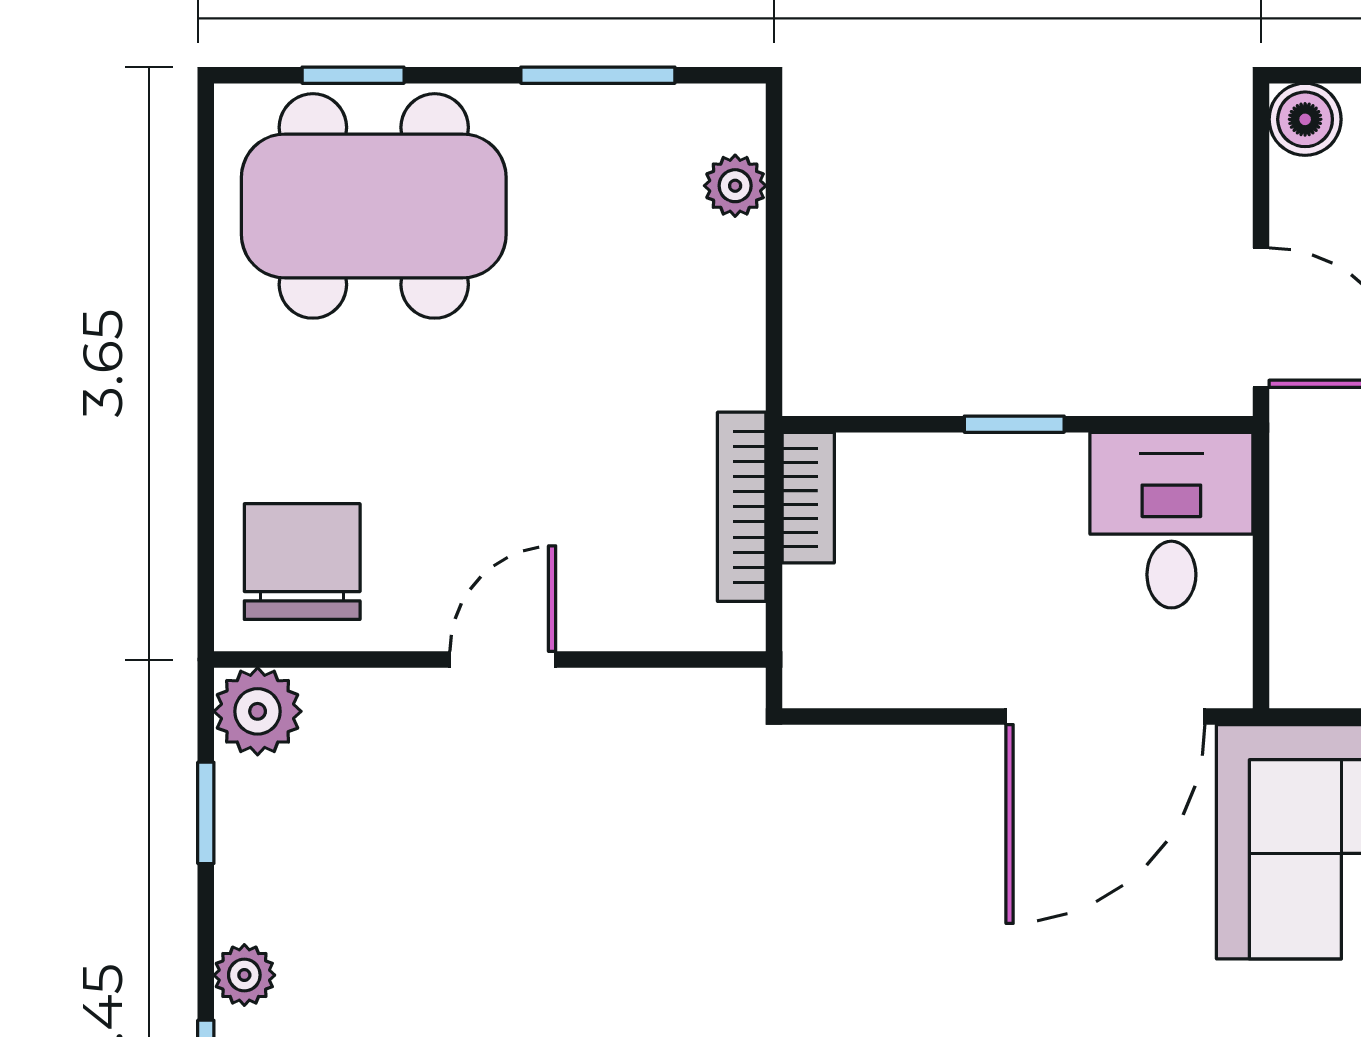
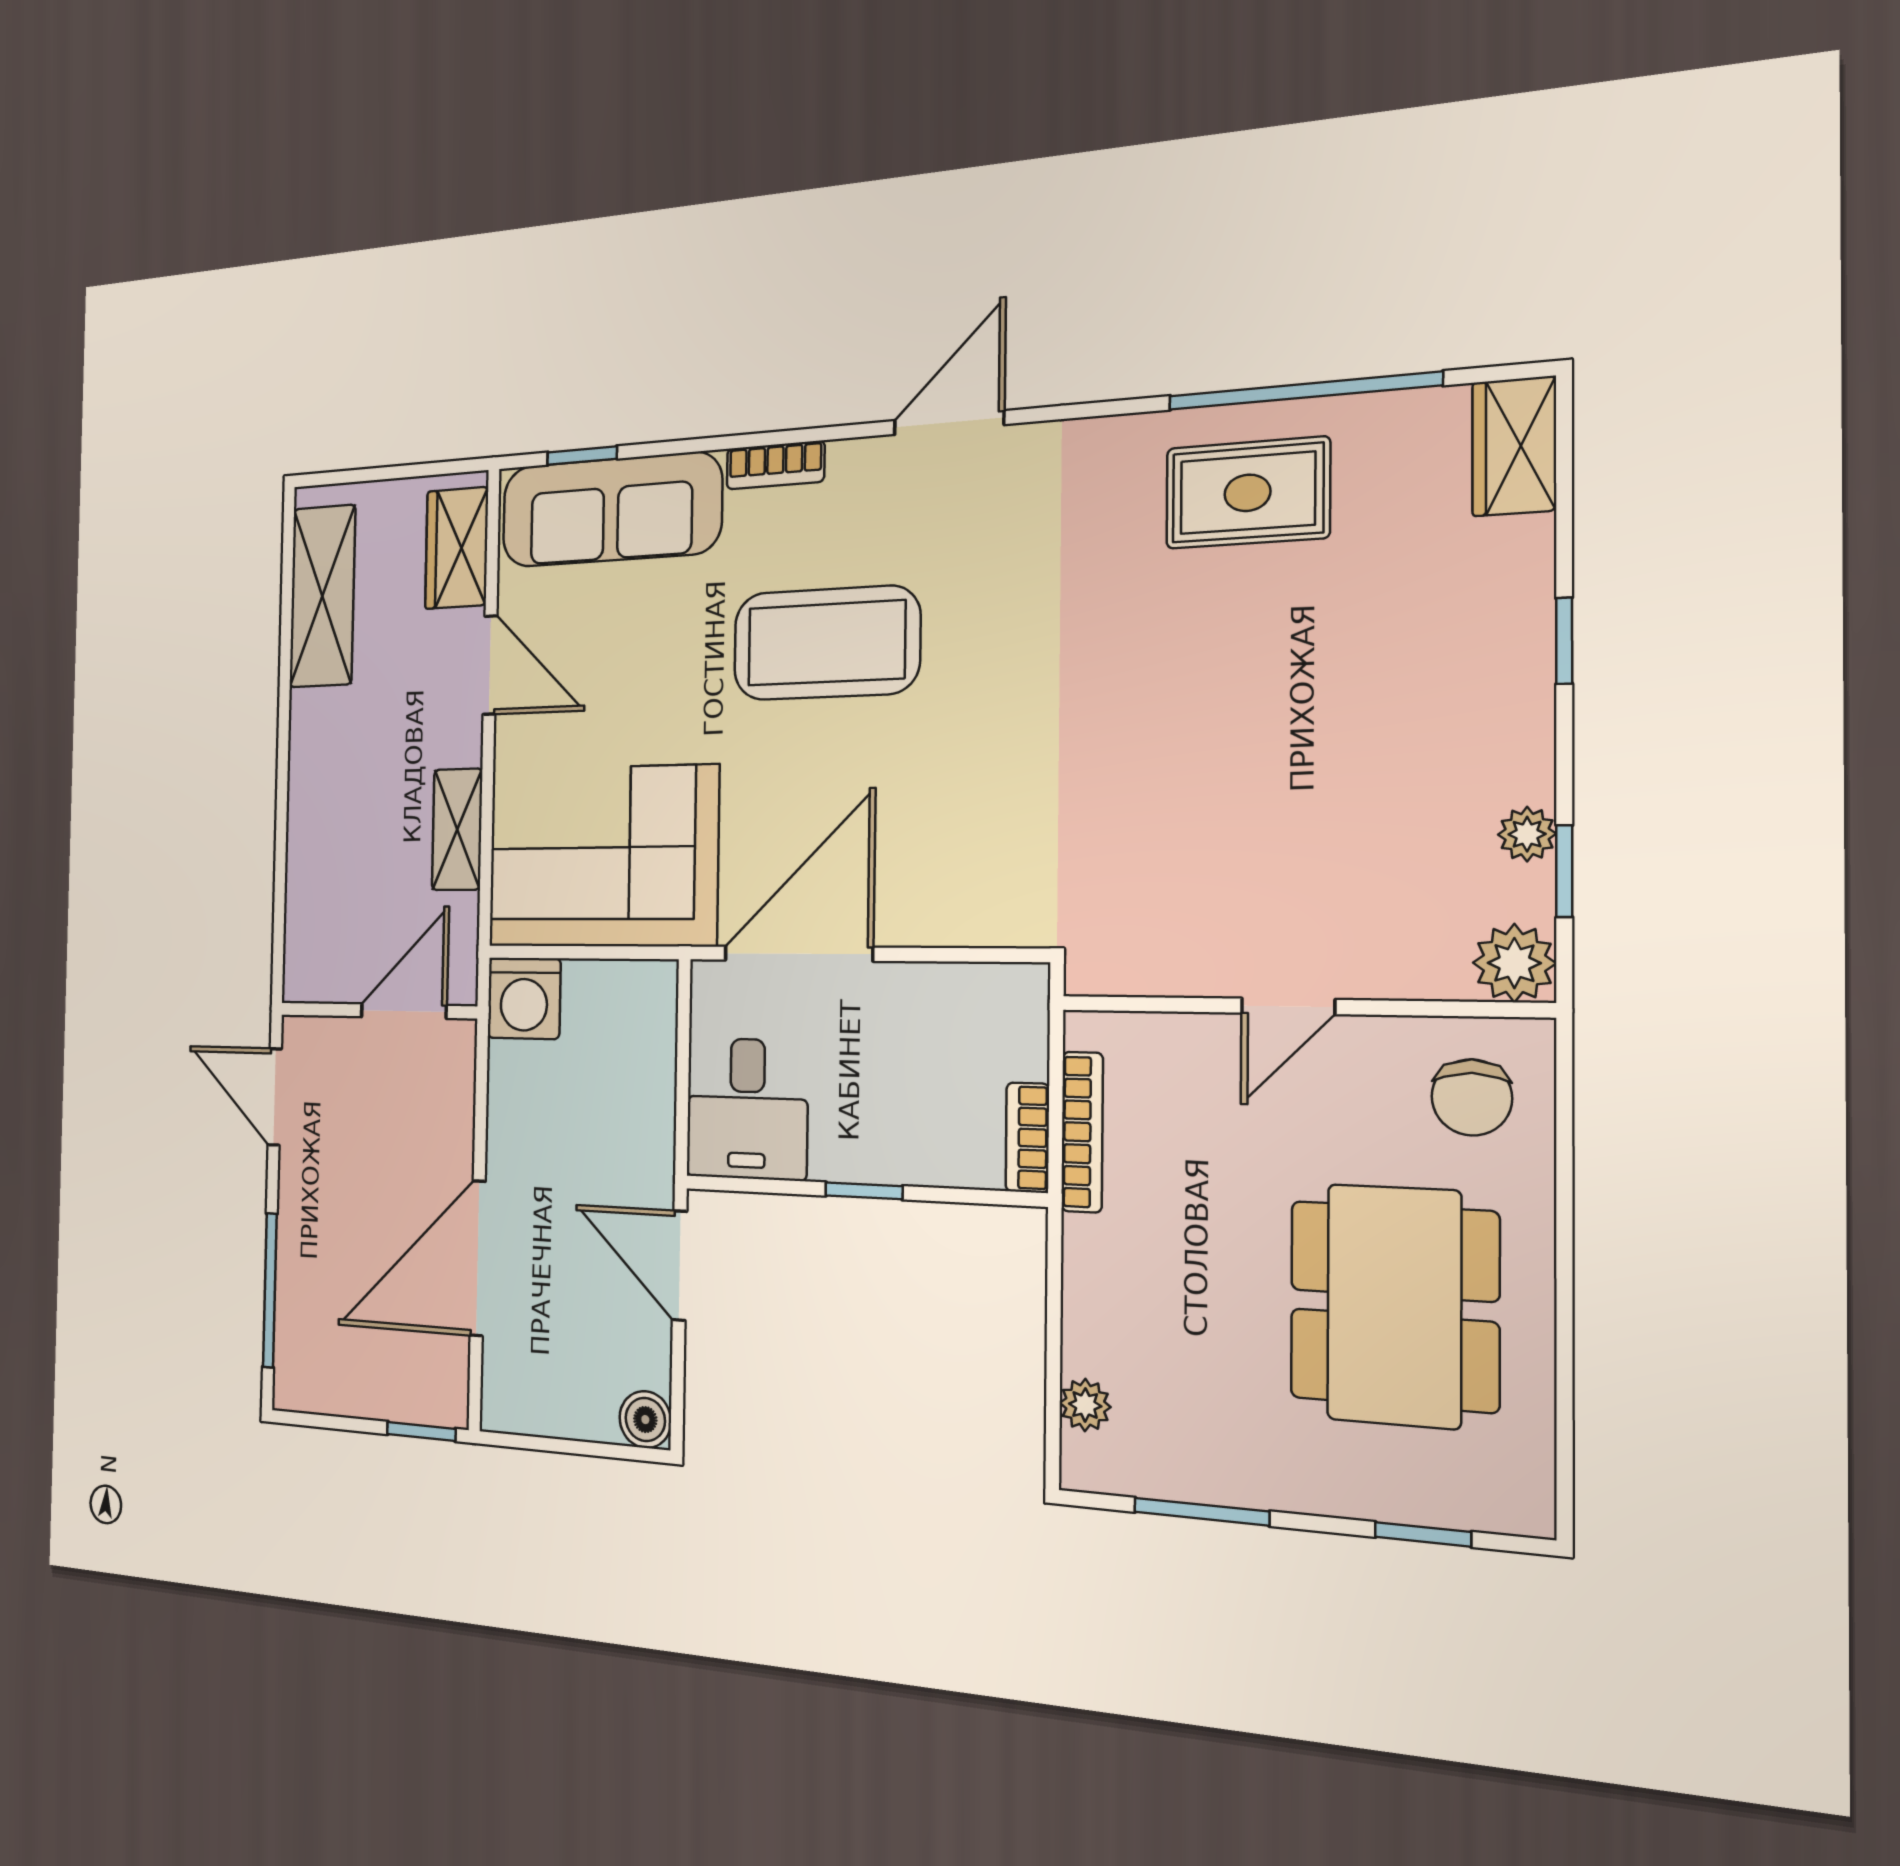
dining table: (374, 206) -> (1394, 1306), moved, turned 90
chair: (302, 562) -> (1472, 1097), width x0.73, depth x0.73
plant: (244, 975) -> (1527, 834), moved

